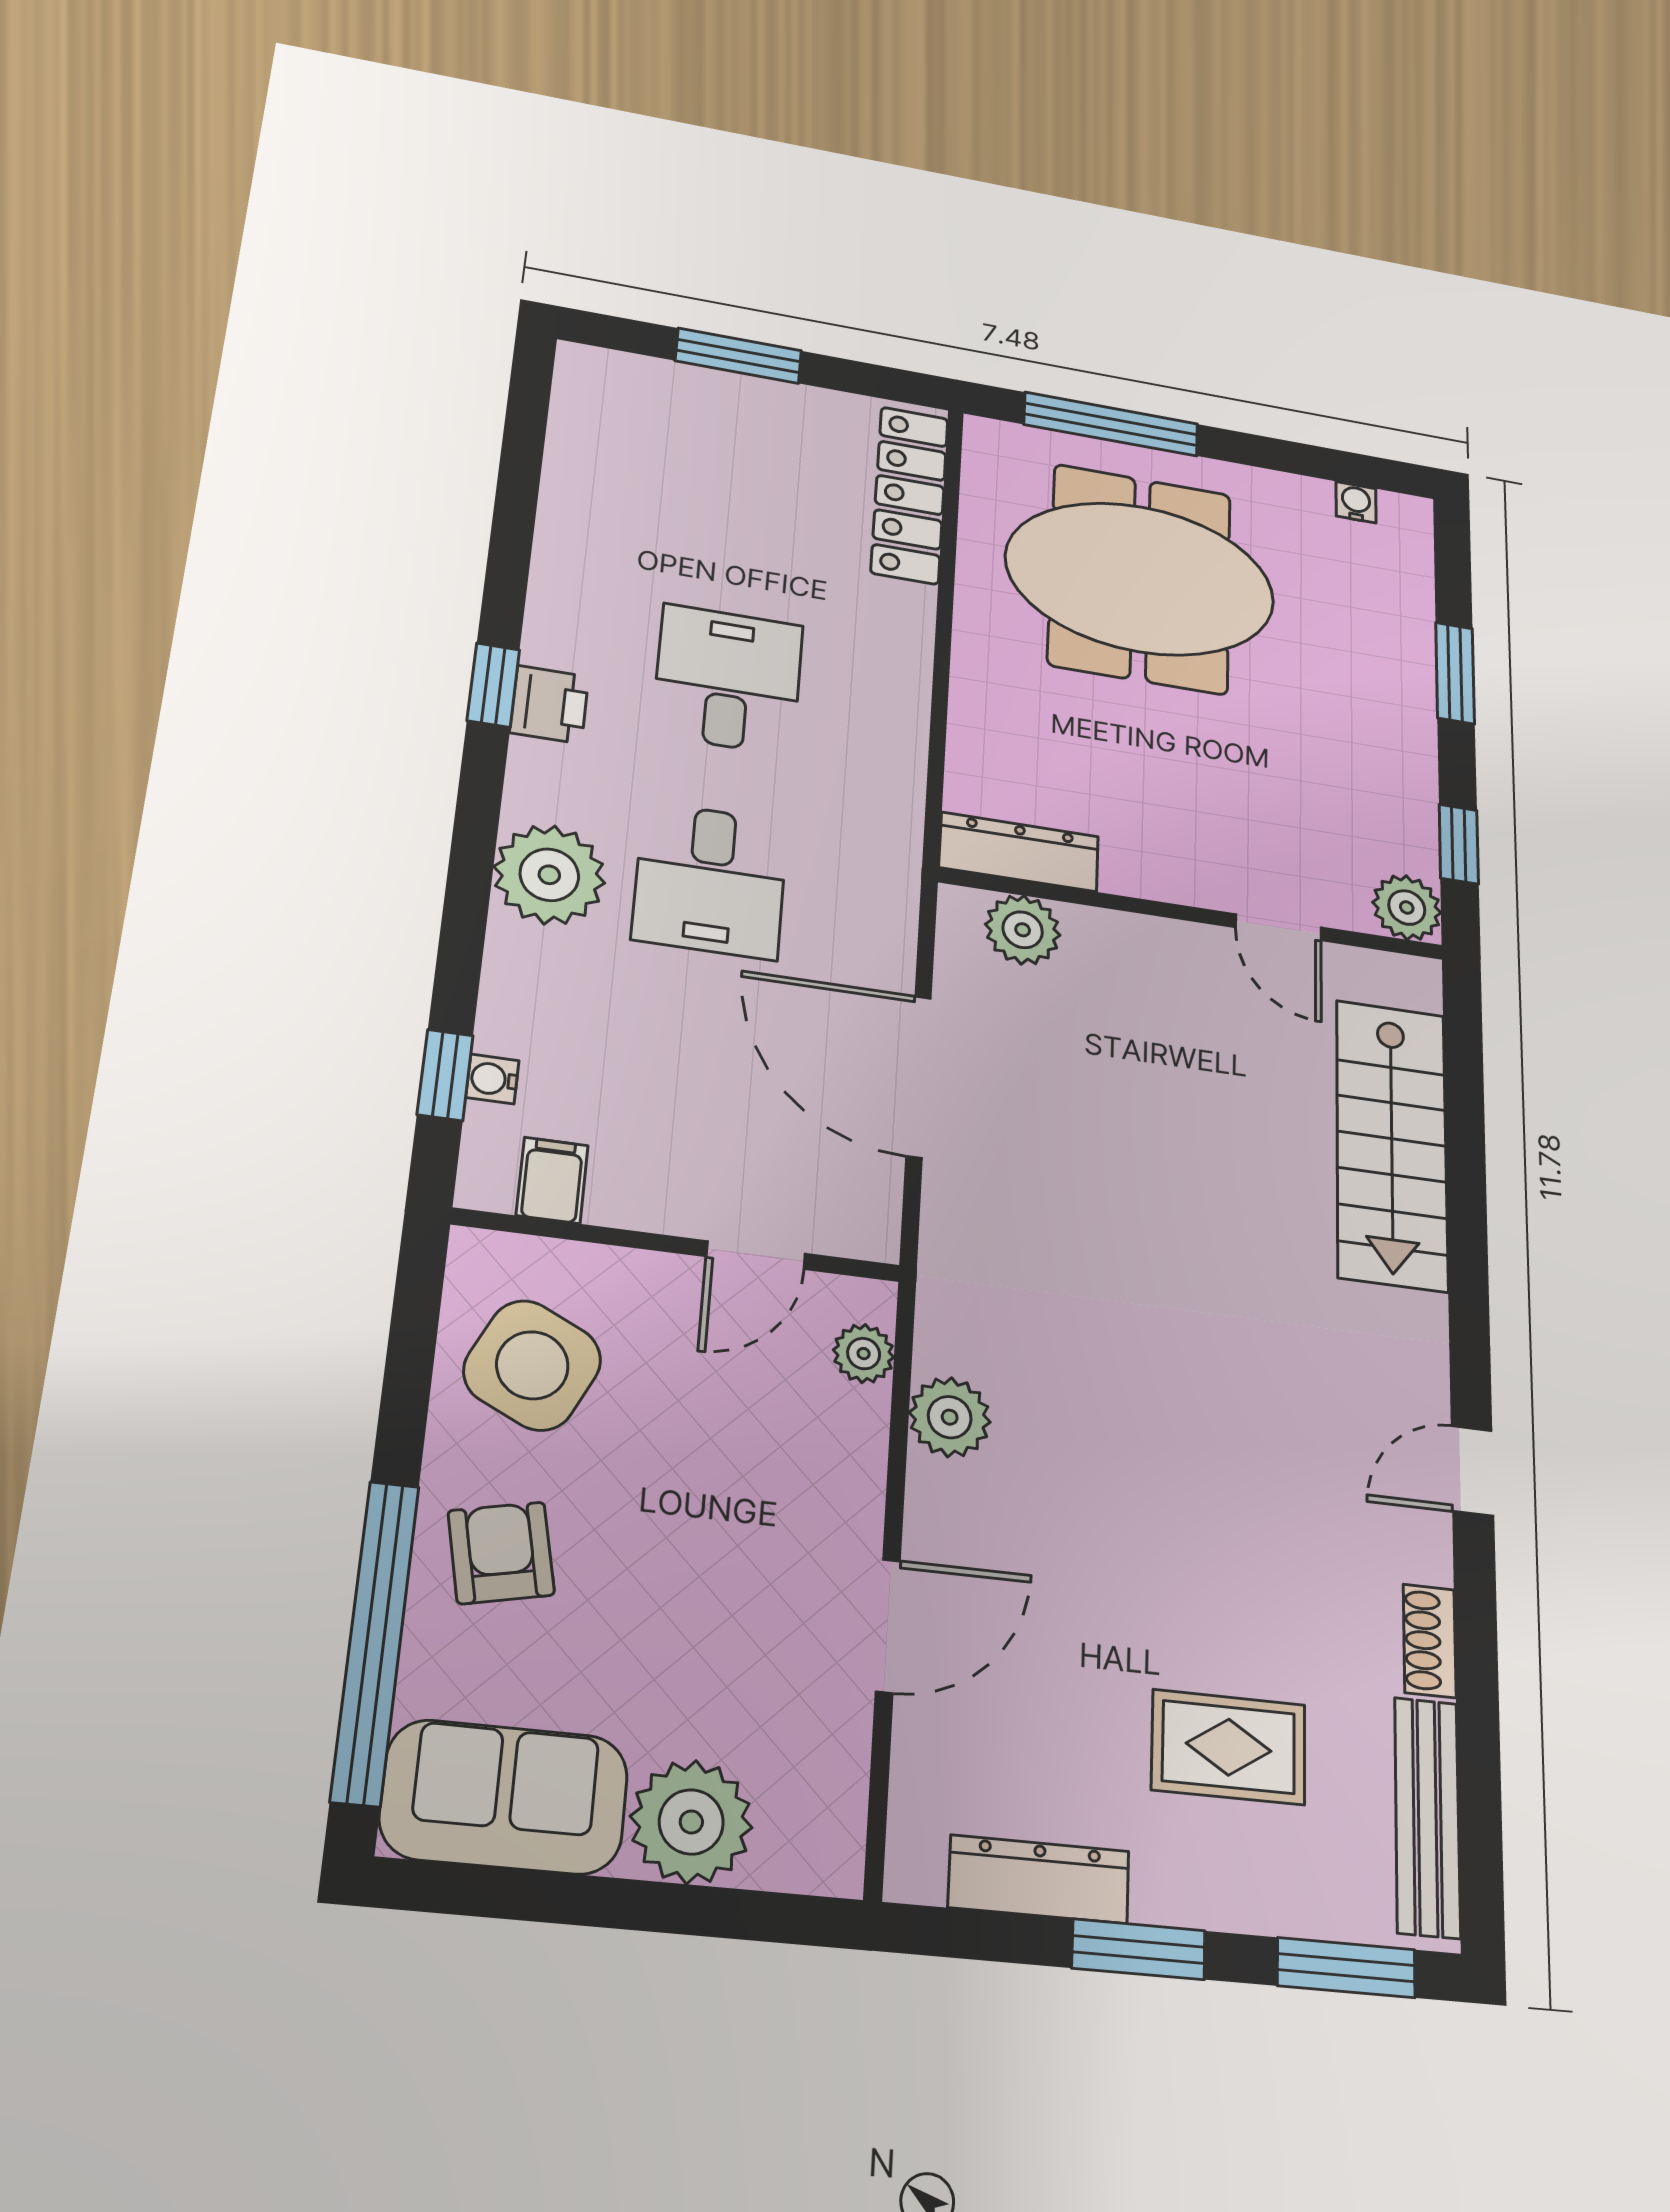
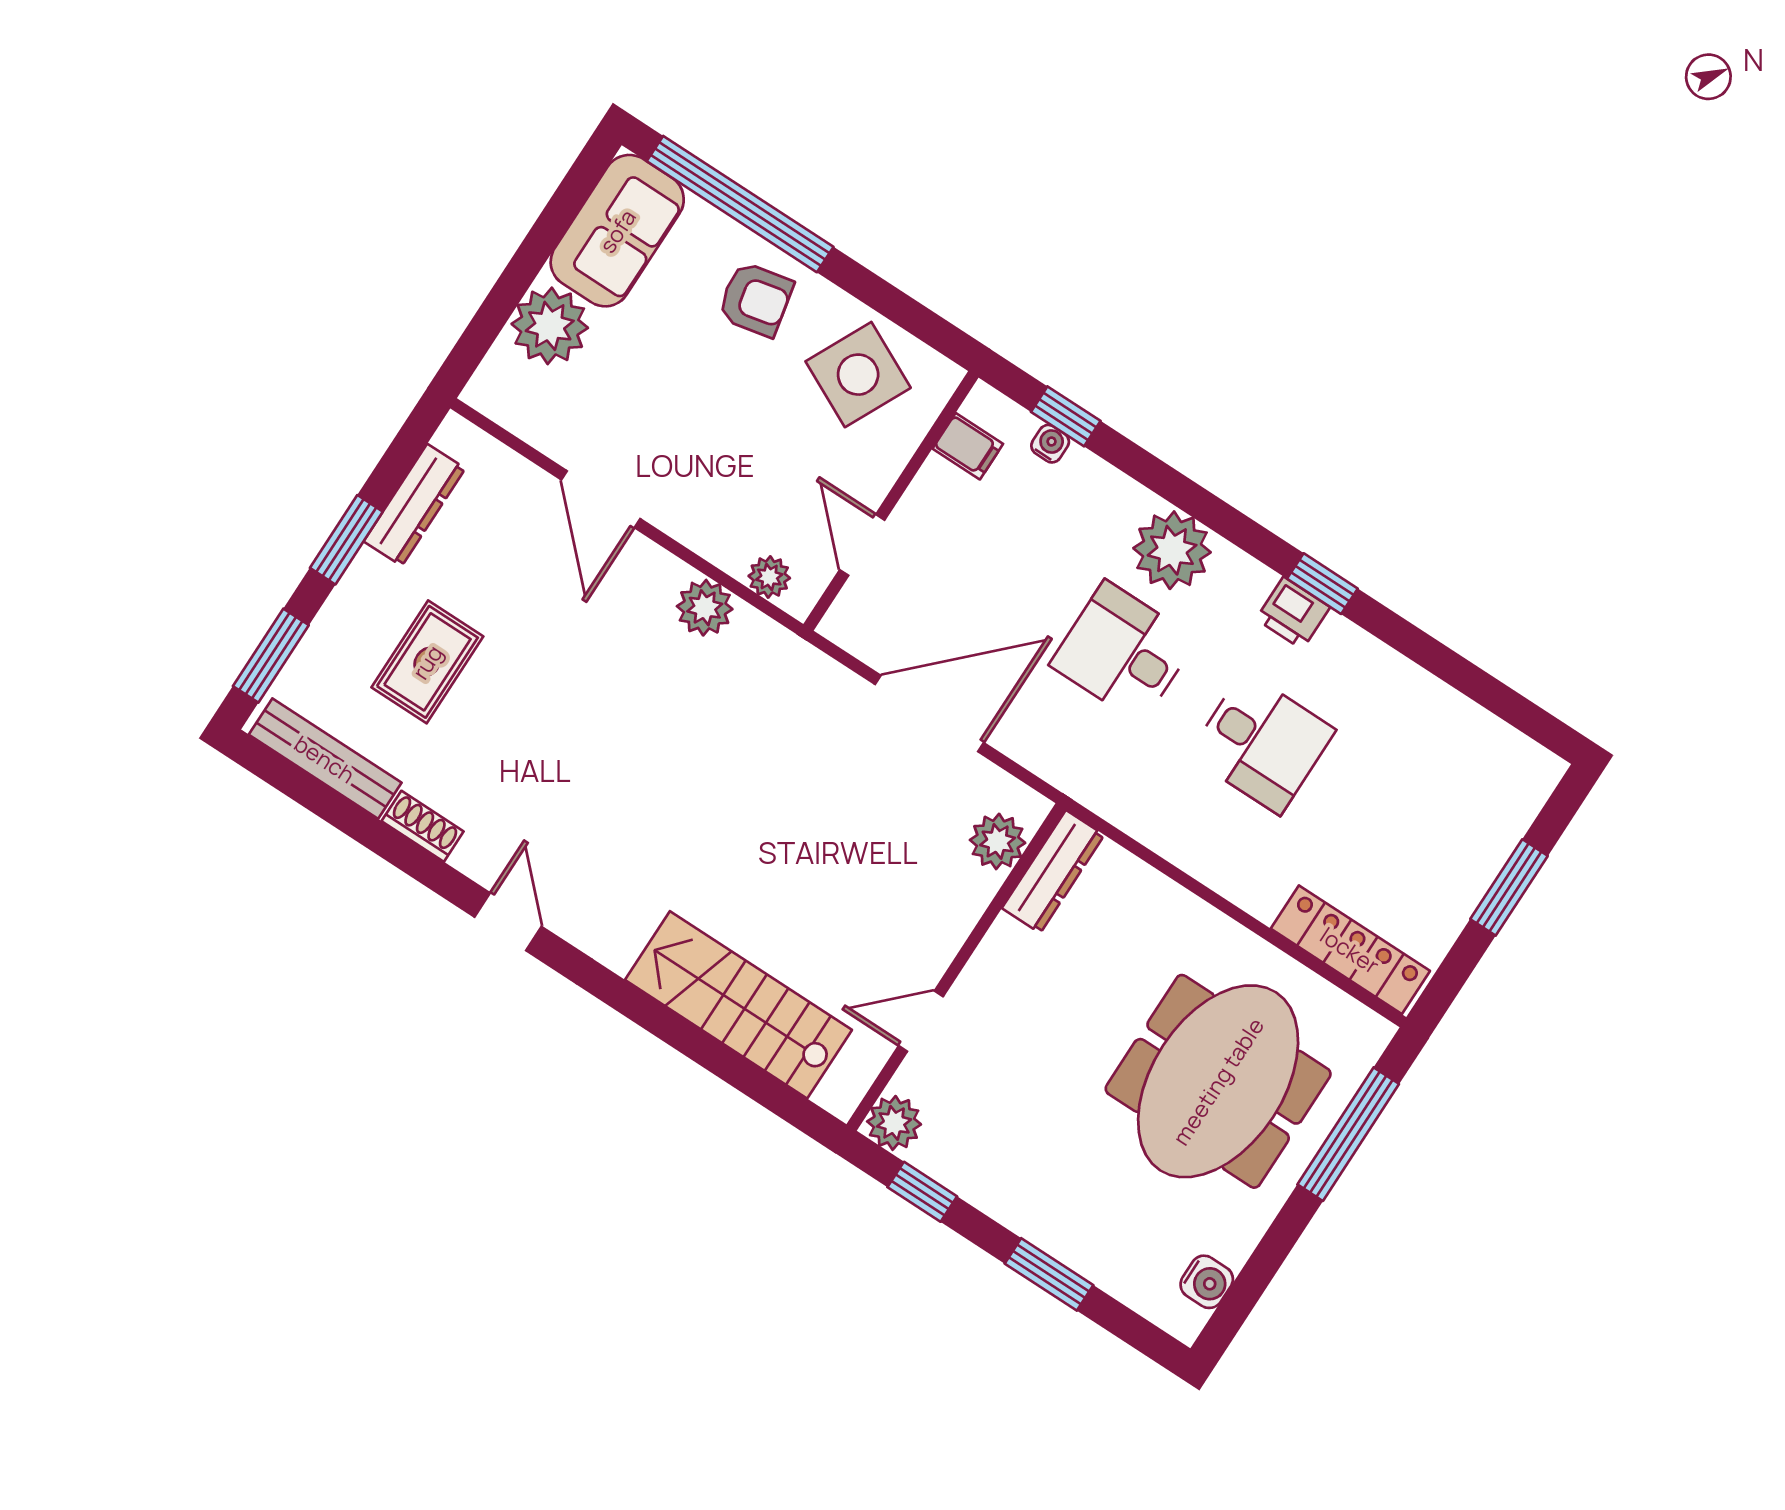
water cooler: (1356, 502) -> (1207, 1282), width x1.38, depth x1.38

